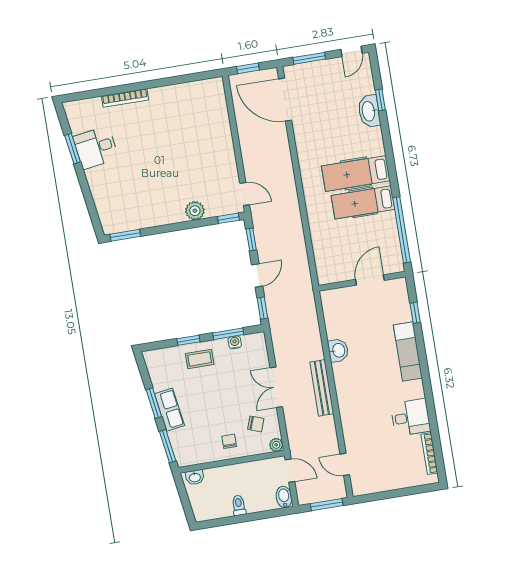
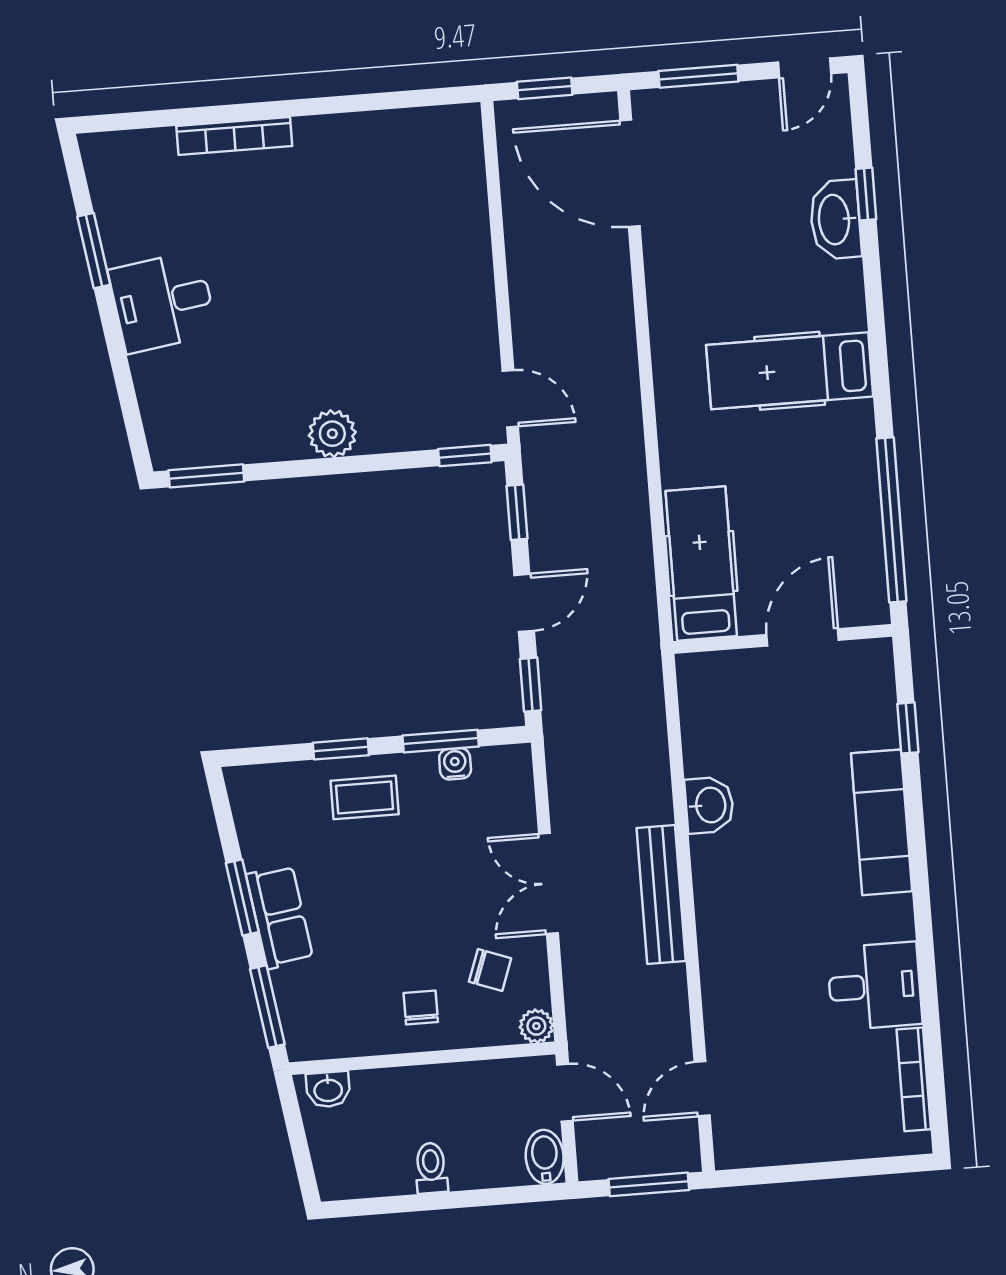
desk: (96, 148) -> (163, 302), moved
hospital bed: (363, 202) -> (701, 563), moved, turned 90
plant: (195, 211) -> (332, 434), moved
door: (345, 464) -> (702, 1089), hinge flipped

